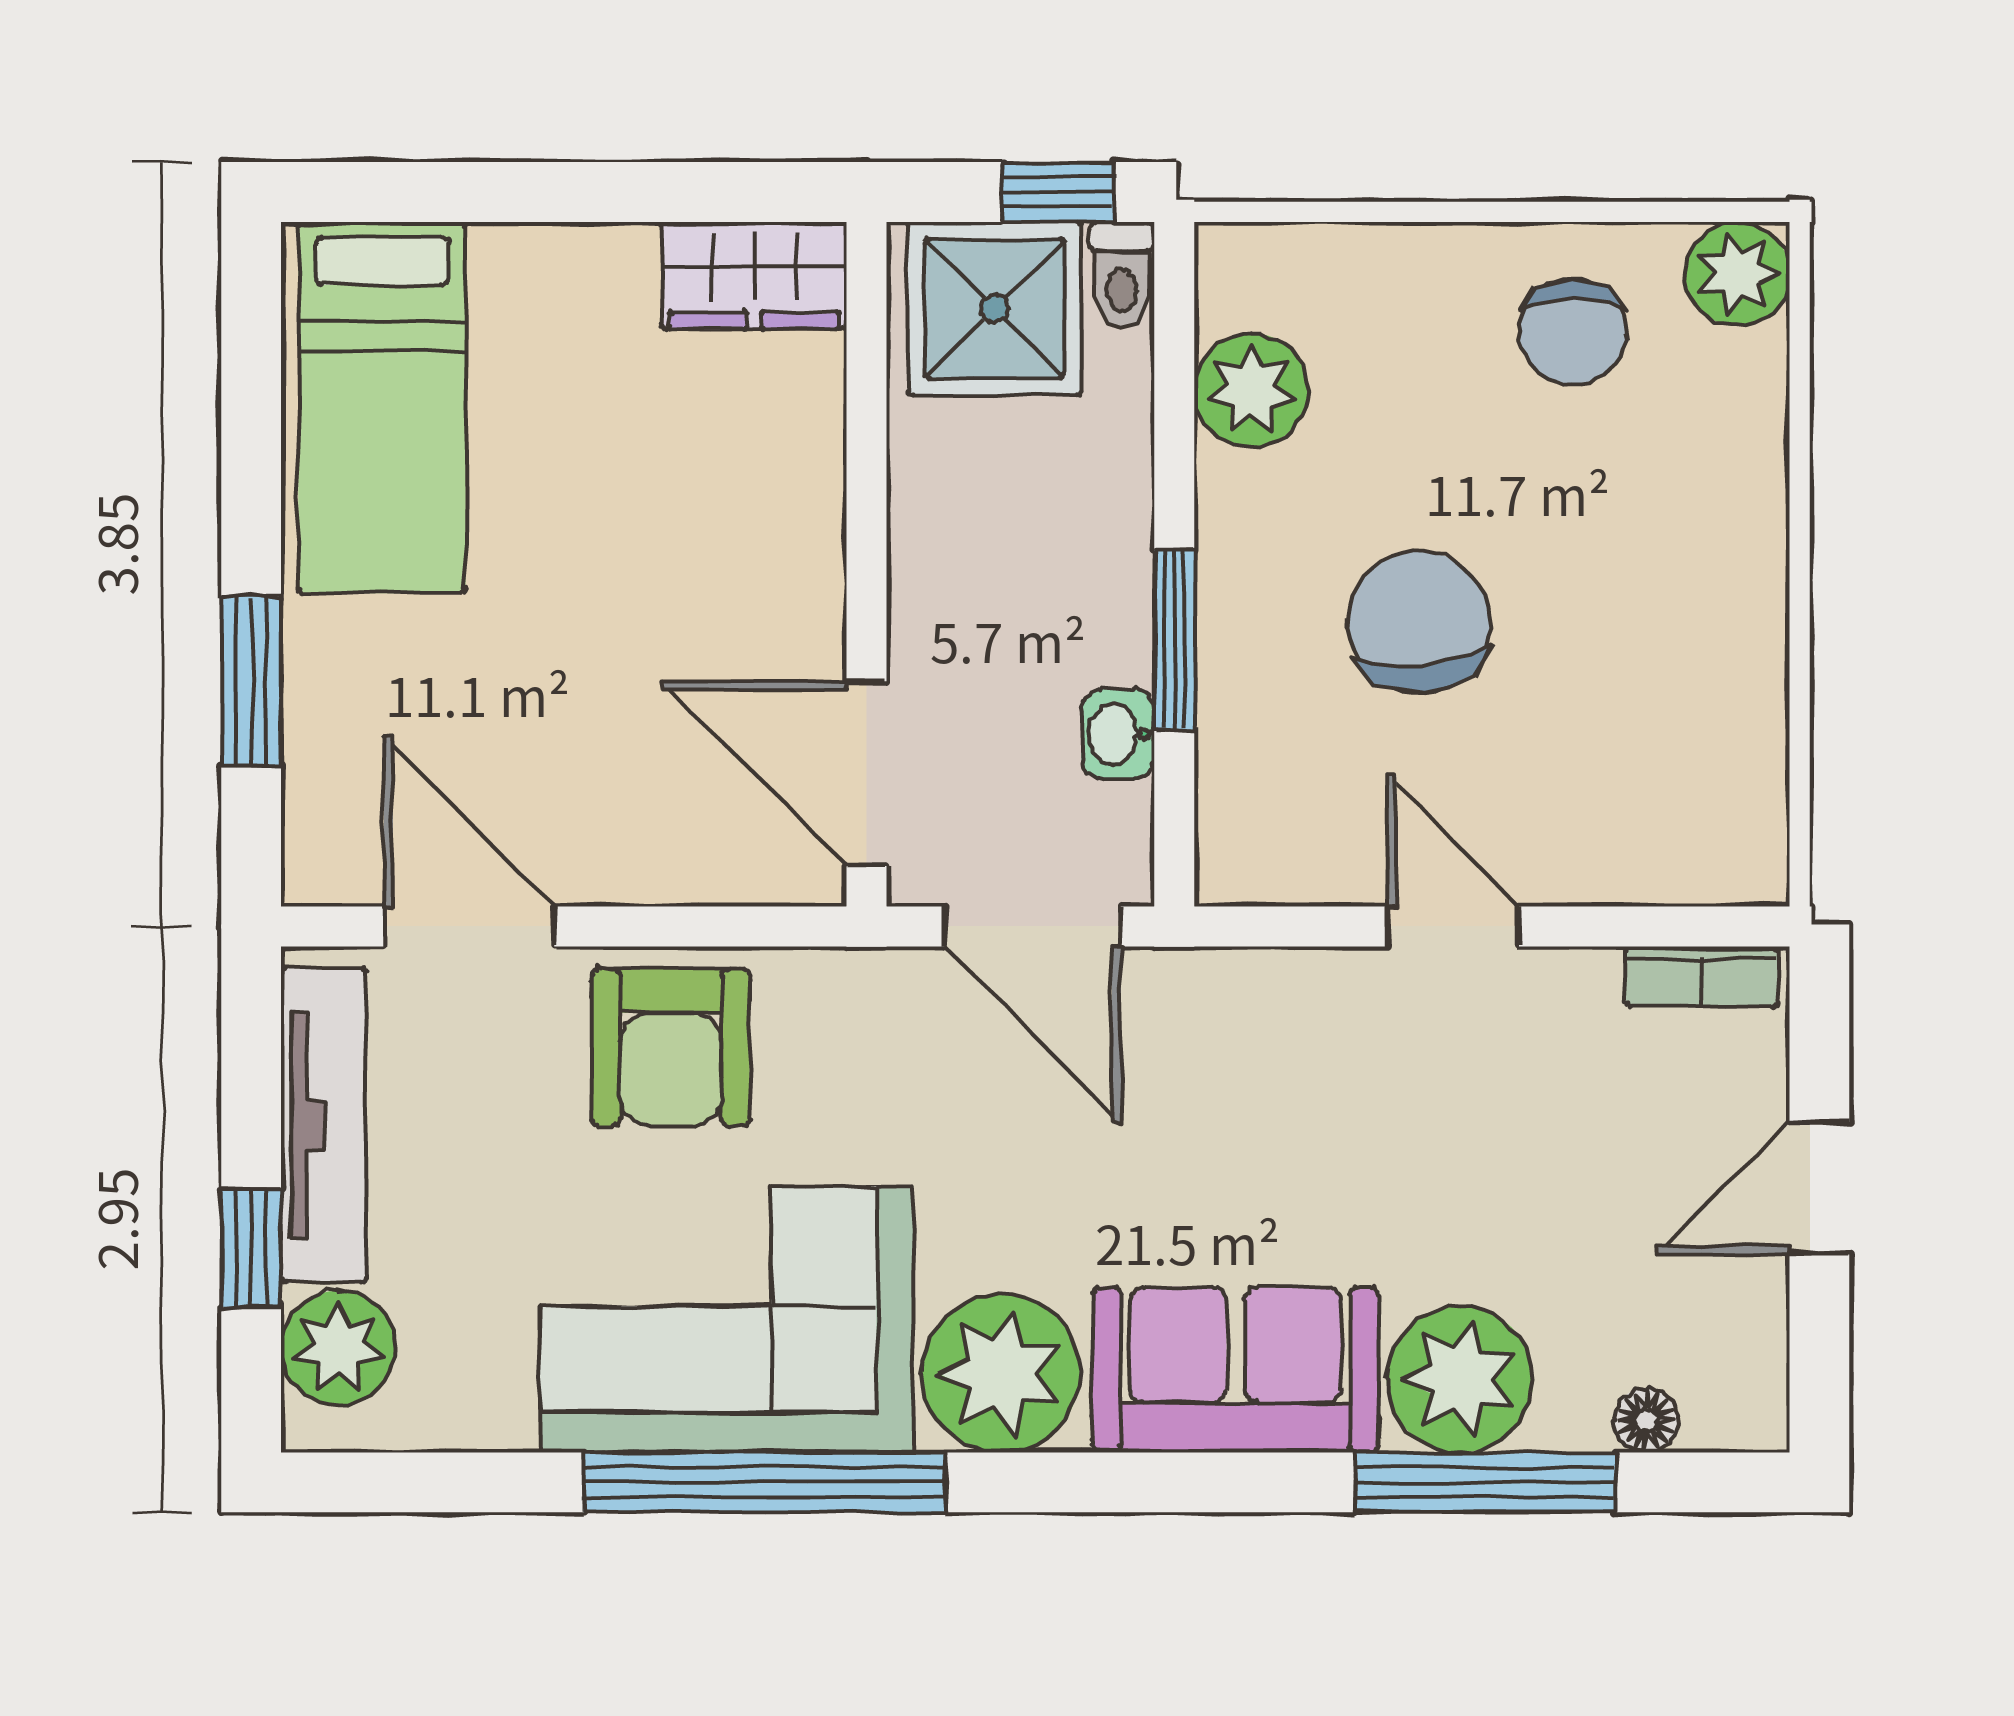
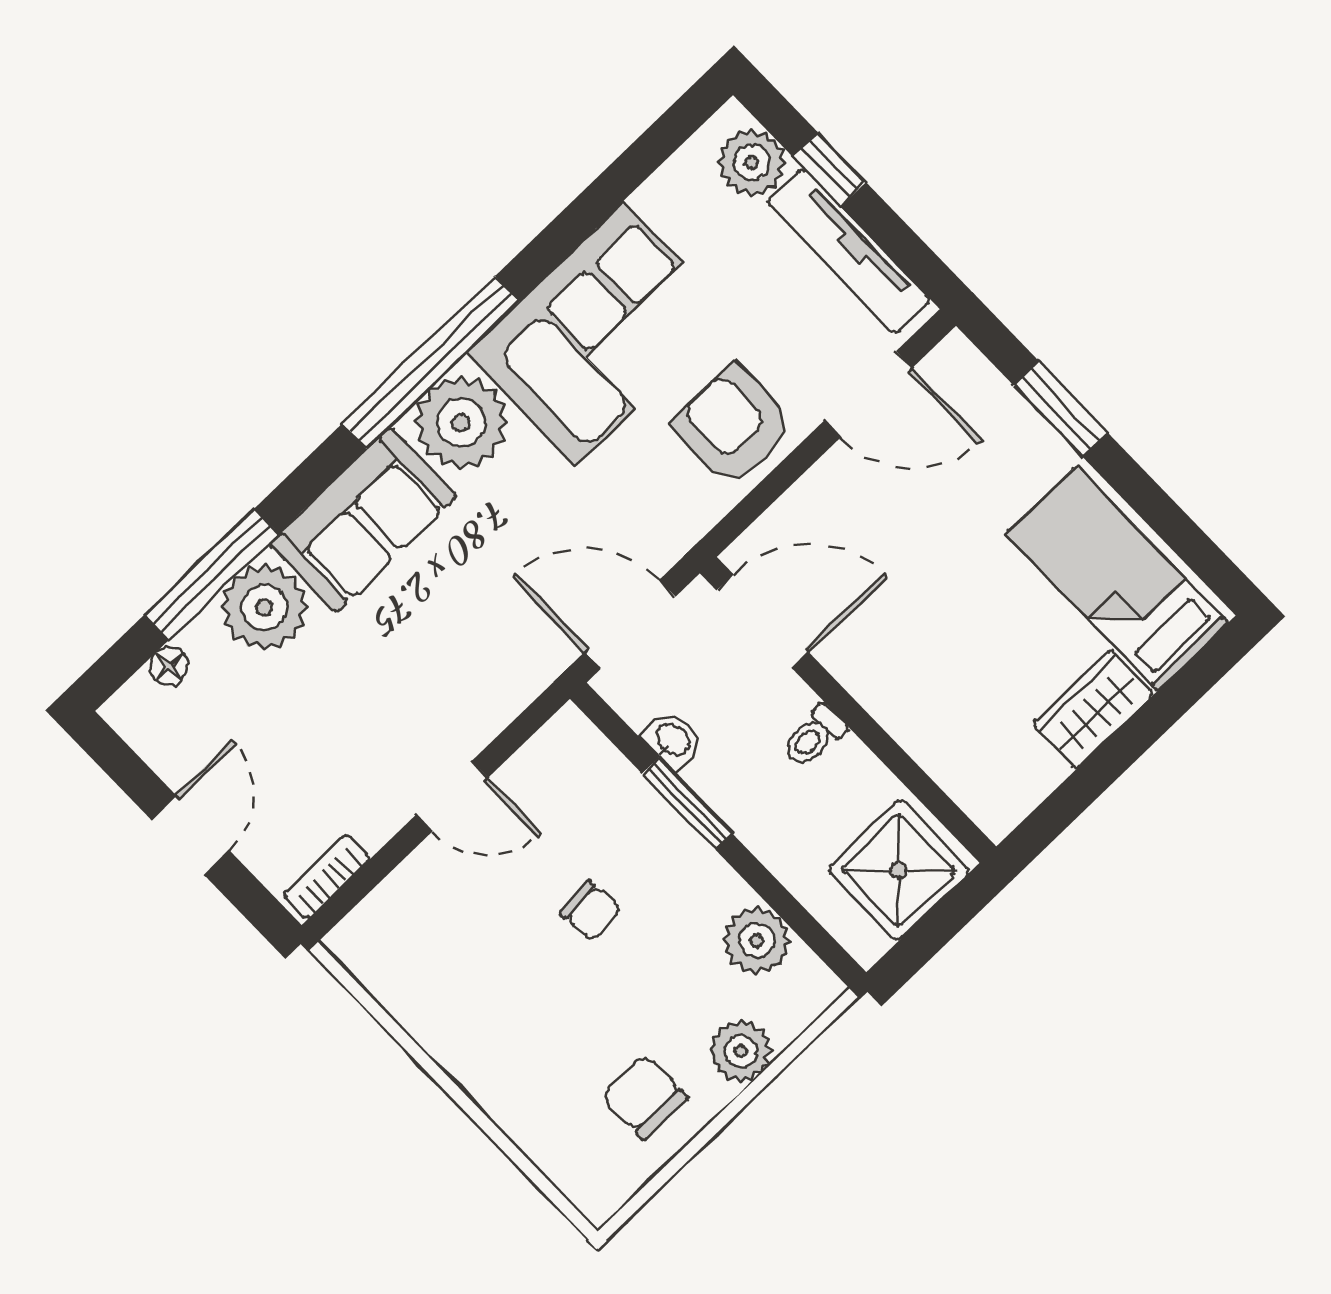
window: (1058, 192) -> (919, 945), removed
plant: (1738, 274) -> (741, 1051), moved
wardrobe: (754, 275) -> (1093, 709), moved
toilet: (1122, 275) -> (814, 736), moved, turned -90
chair: (1419, 622) -> (591, 911), width x0.54, depth x0.54
window: (765, 1482) -> (431, 362), moved

